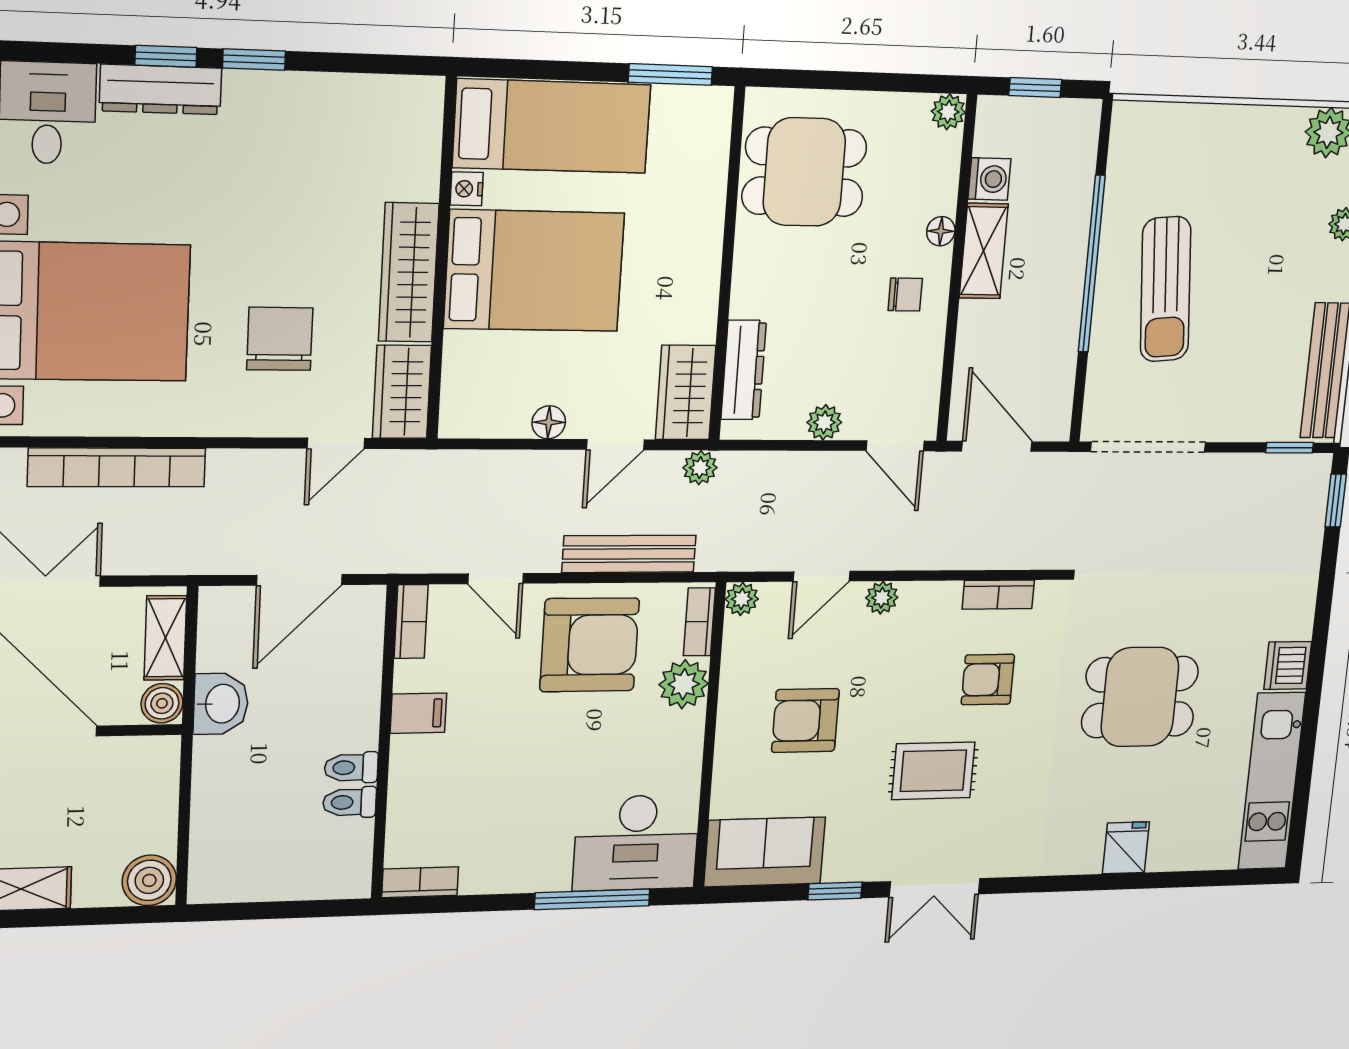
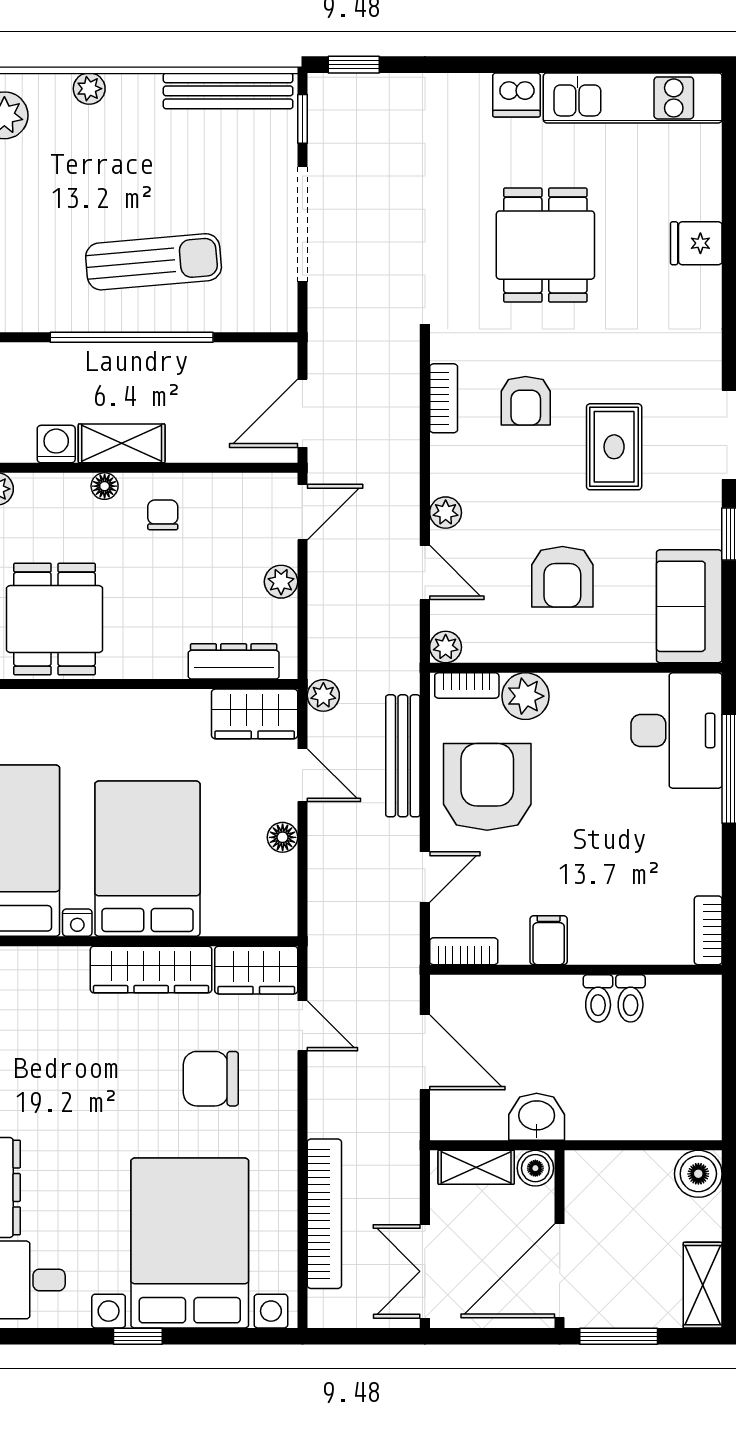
doorway: (1148, 447) -> (302, 224), moved

